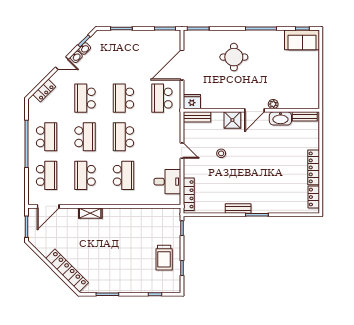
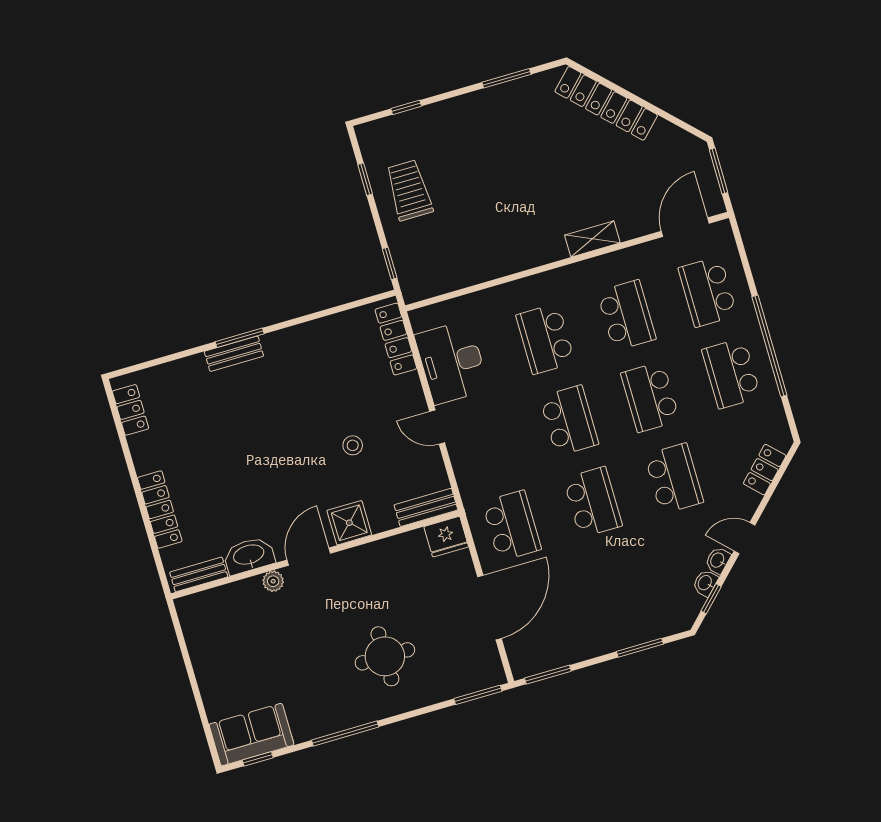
locker: (314, 167) -> (160, 509), moved
desk: (167, 182) -> (452, 362), width x1.37
bench: (238, 208) -> (234, 354), moved

